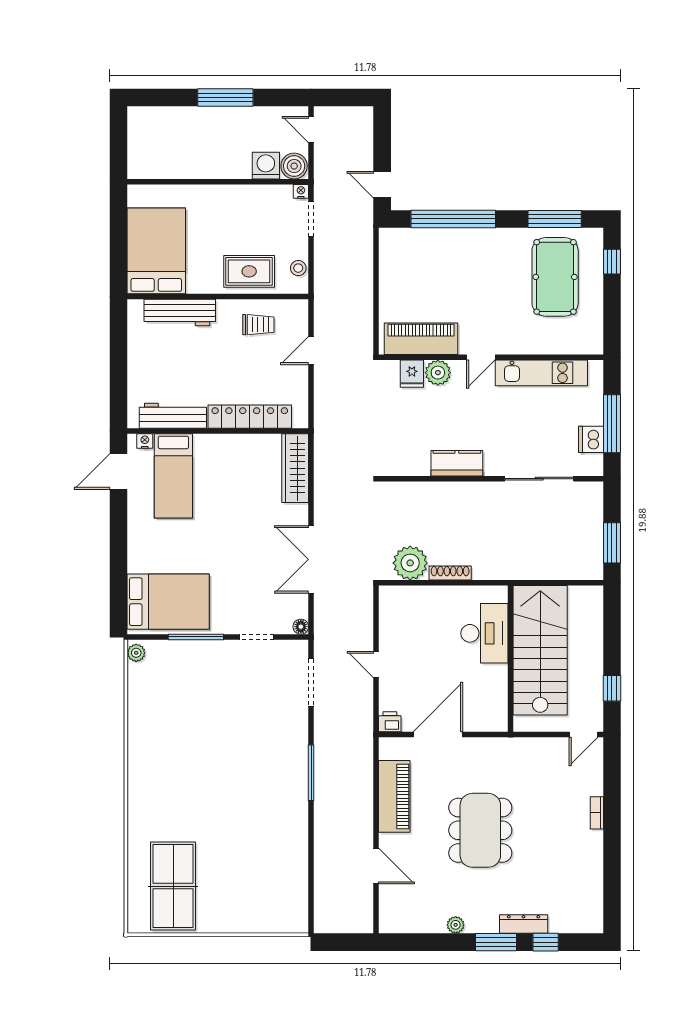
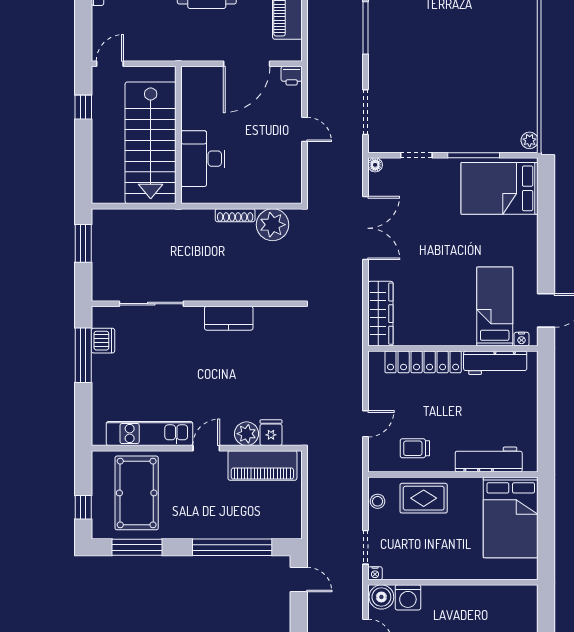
piano: (421, 339) -> (262, 465), moved
door: (481, 357) -> (206, 448), moved
wall: (491, 357) -> (197, 448), moved
plant: (438, 373) -> (247, 434), moved
kitchen unit: (541, 373) -> (149, 433), moved
fridge: (412, 374) -> (271, 433), moved

